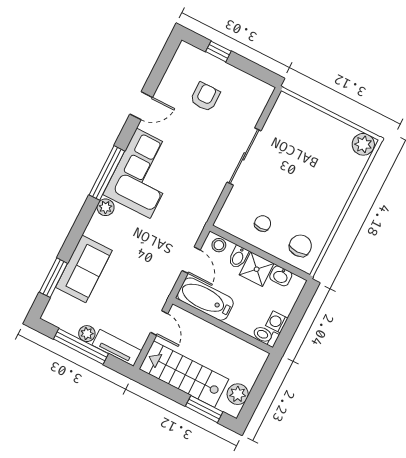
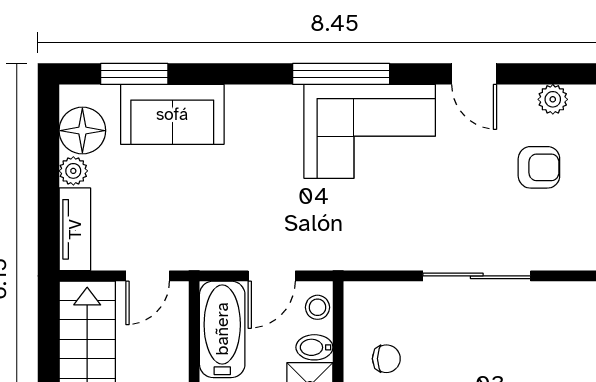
plant: (106, 207) -> (553, 99), moved
floor lamp: (69, 319) -> (82, 131), added
window: (81, 346) -> (48, 172), removed

